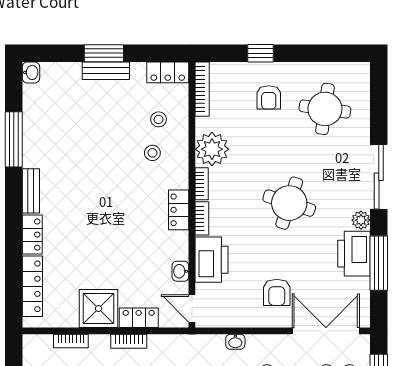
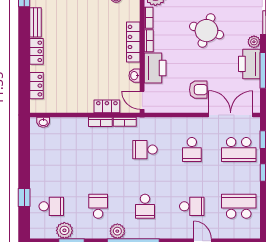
locker: (179, 210) -> (133, 42), width x1.53
locker: (32, 286) -> (37, 86), width x0.66
armchair: (277, 292) -> (198, 90), turned -90
shower: (99, 309) -> (80, 100), removed
bookcase: (71, 341) -> (125, 122), moved
washbasin: (235, 342) -> (43, 122), moved

